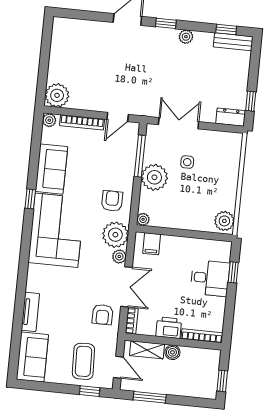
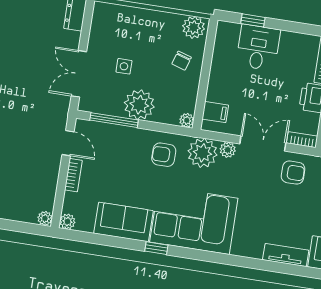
plant: (57, 95) -> (45, 218), width x0.53, depth x0.53
bookcase: (82, 122) -> (73, 175), width x0.64
chair: (195, 212) -> (182, 61), added

